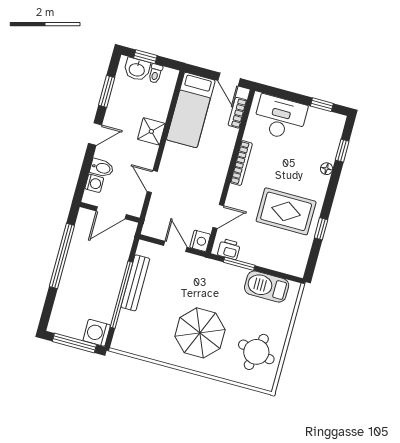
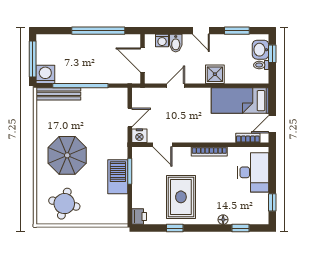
printer: (229, 249) -> (139, 217), moved
bench: (135, 283) -> (58, 94), moved
barbecue: (267, 287) -> (118, 177), moved

